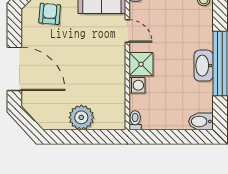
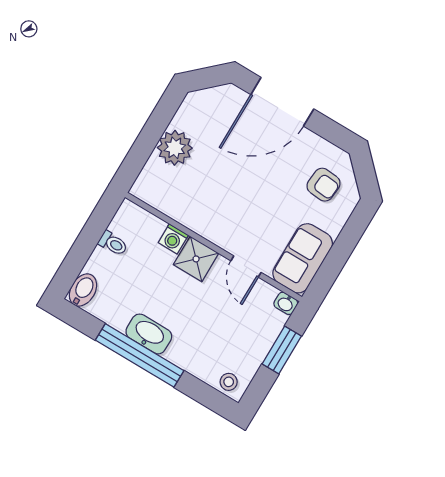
door: (127, 31) -> (246, 267), hinge flipped
toilet: (135, 120) -> (113, 243), moved

